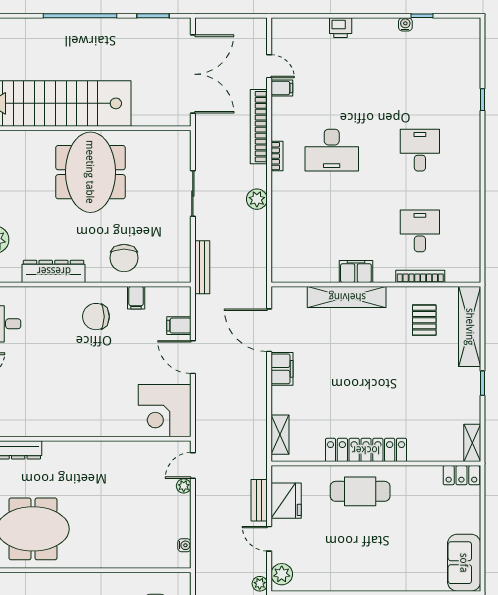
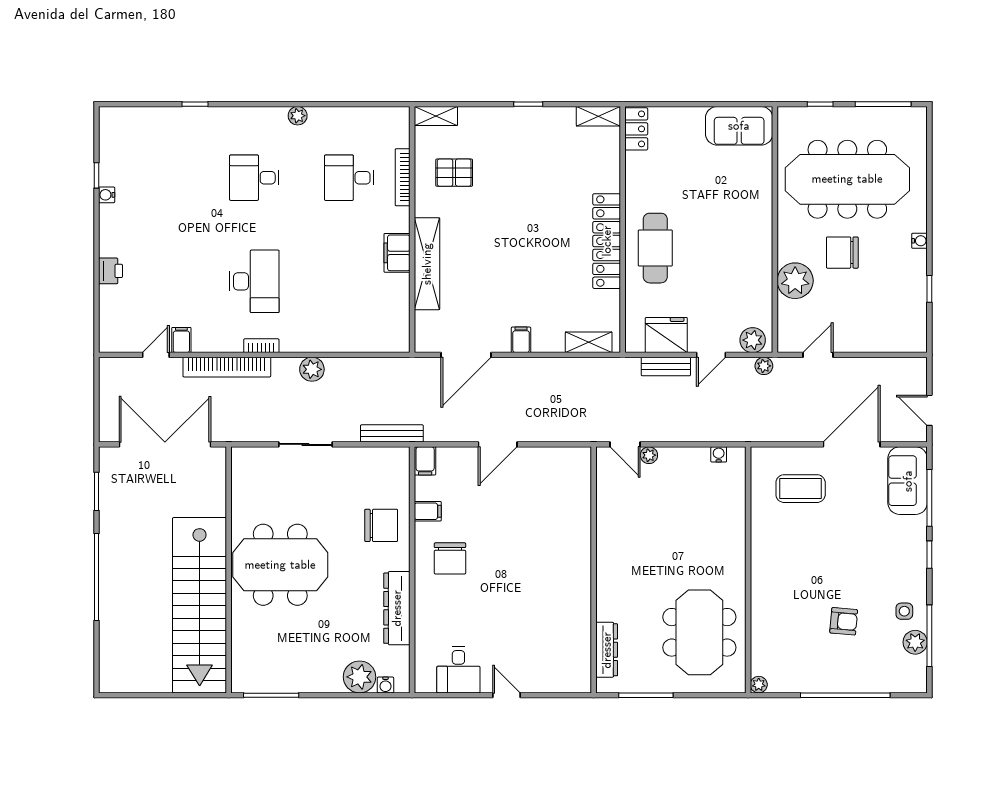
plant: (473, 187) -> (298, 116), added
filing cabinet: (179, 326) -> (425, 461), moved
shelving: (470, 327) -> (436, 116), width x0.45, depth x0.75
filing cabinet: (282, 369) -> (521, 340), width x0.50
corner desk: (165, 411) -> (560, 478), removed

